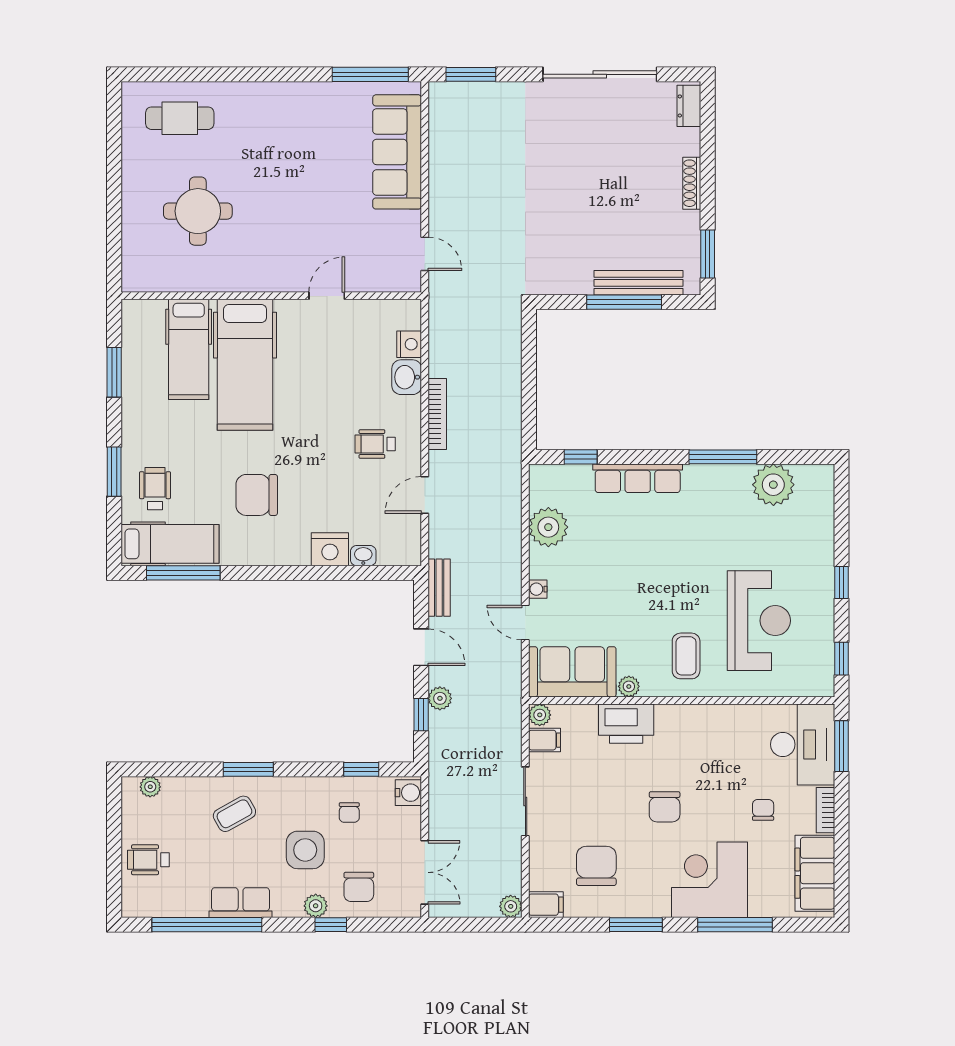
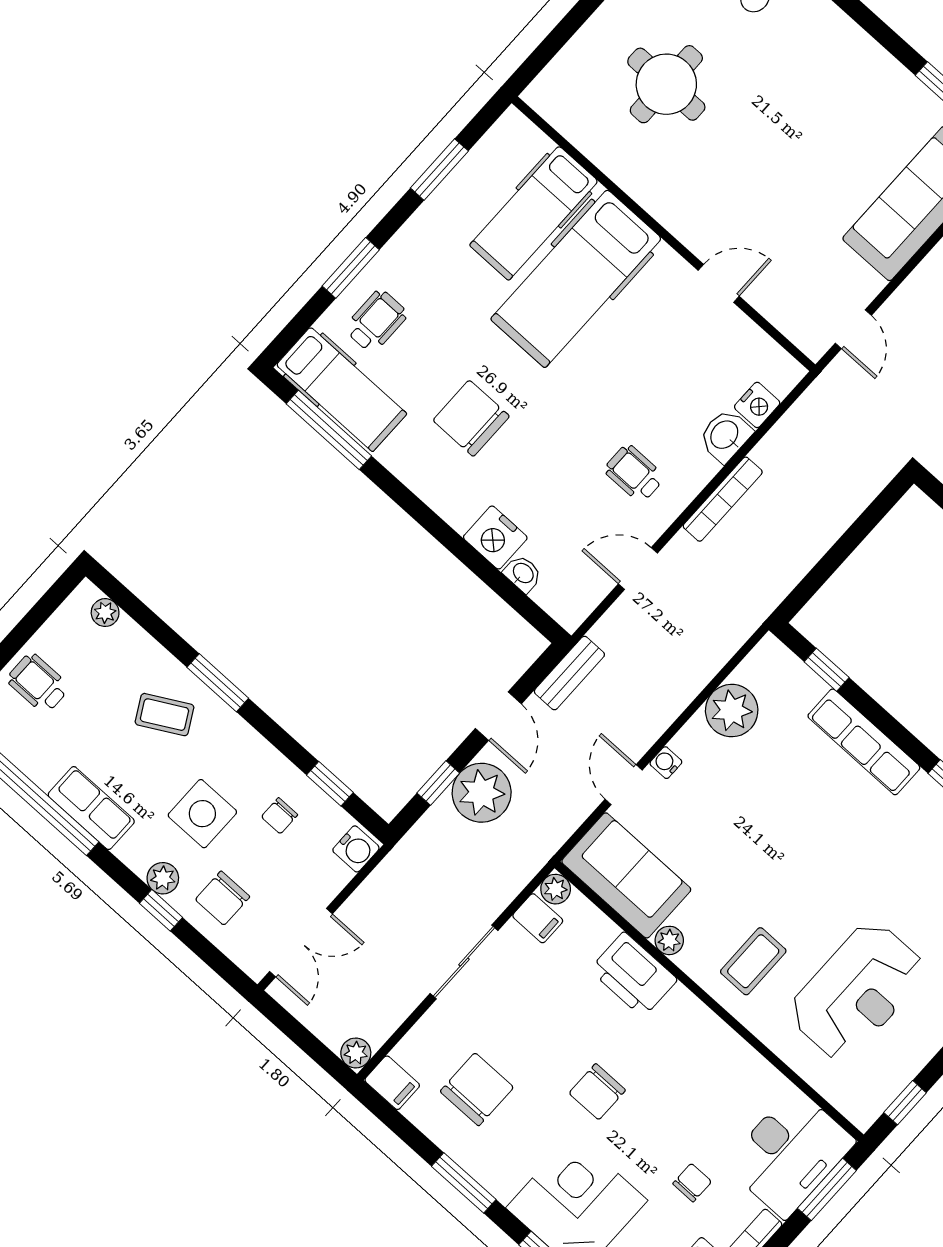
plant: (440, 698) -> (482, 793), width x1.87, depth x1.87

